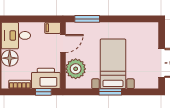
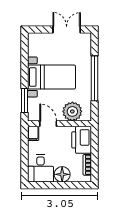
bed with nightstands: (113, 64) -> (51, 77), moved, turned 180
window: (43, 92) -> (94, 142), removed
window: (110, 92) -> (94, 78), width x2.11

